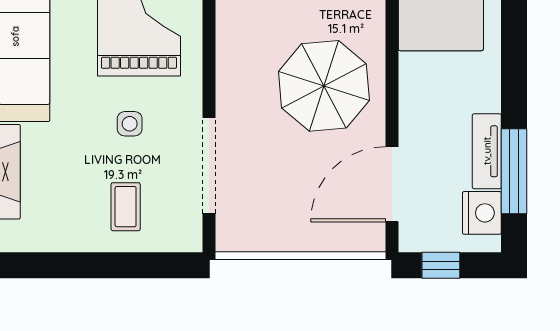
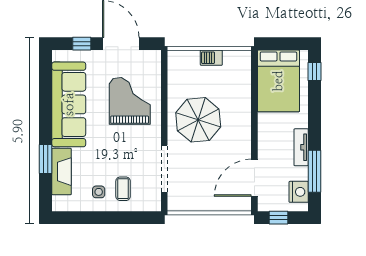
parasol: (324, 86) -> (198, 120), moved
side table: (130, 124) -> (99, 192), moved
tv unit: (487, 151) -> (301, 147), moved

